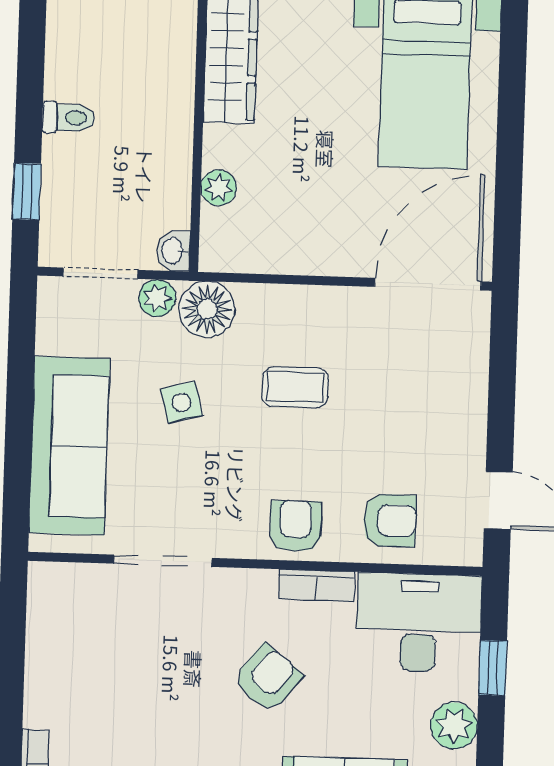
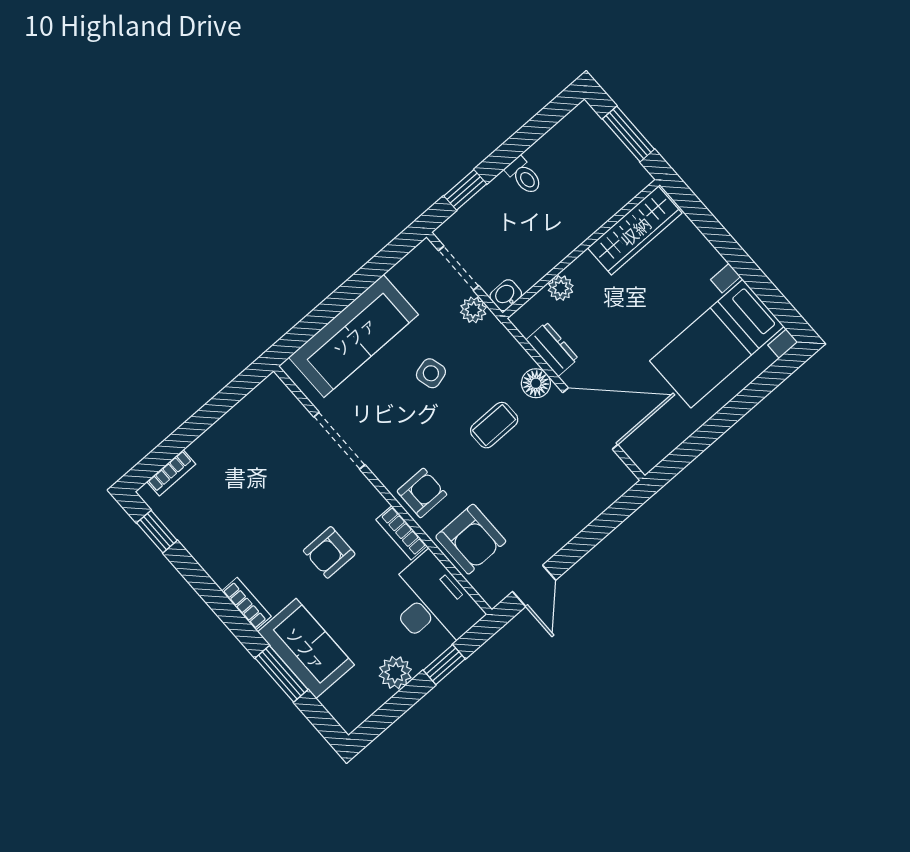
dresser: (273, 255) -> (552, 349), added
door: (428, 284) -> (590, 419), moved
floor lamp: (207, 309) -> (536, 383), moved, width x0.73, depth x0.73
coffee table: (295, 387) -> (494, 425), turned 90
armchair: (390, 520) -> (471, 539), width x1.38, depth x1.38
armchair: (268, 678) -> (329, 552), turned 141

